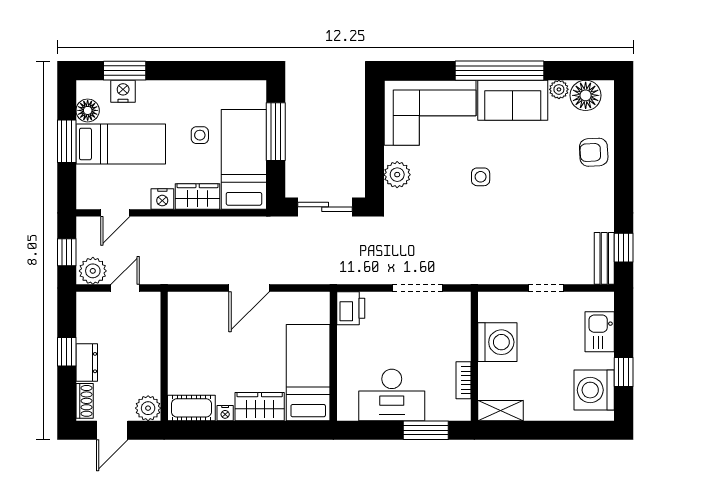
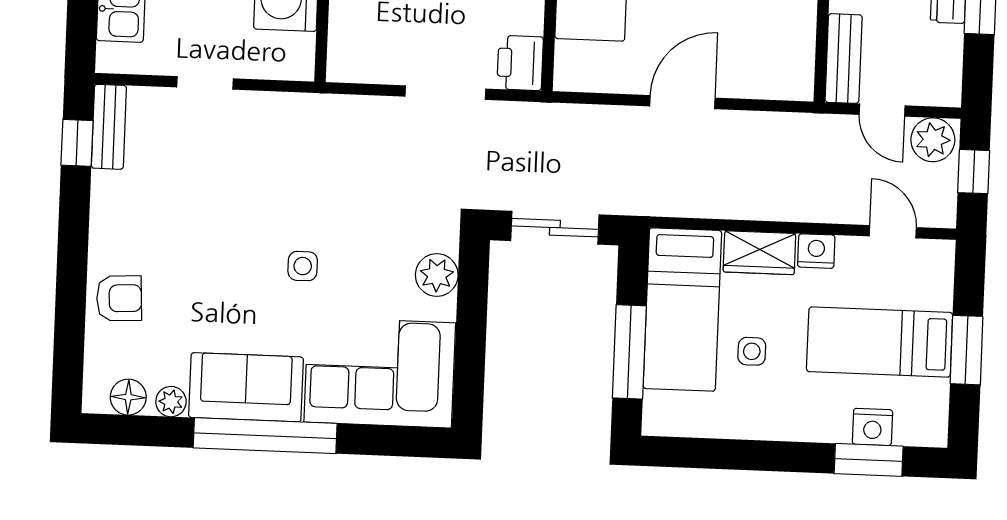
floor lamp: (586, 95) -> (128, 397), width x0.73, depth x0.73
floor lamp: (88, 110) -> (931, 398), removed
door: (115, 213) -> (893, 232), hinge flipped
door: (125, 288) -> (882, 110), hinge flipped
doorway: (418, 288) -> (445, 93), moved
bench: (150, 319) -> (844, 59), added

